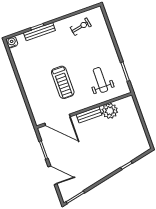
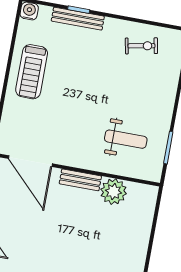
weight bench: (100, 80) -> (126, 139), turned 90
treadmill: (63, 82) -> (32, 72), moved

